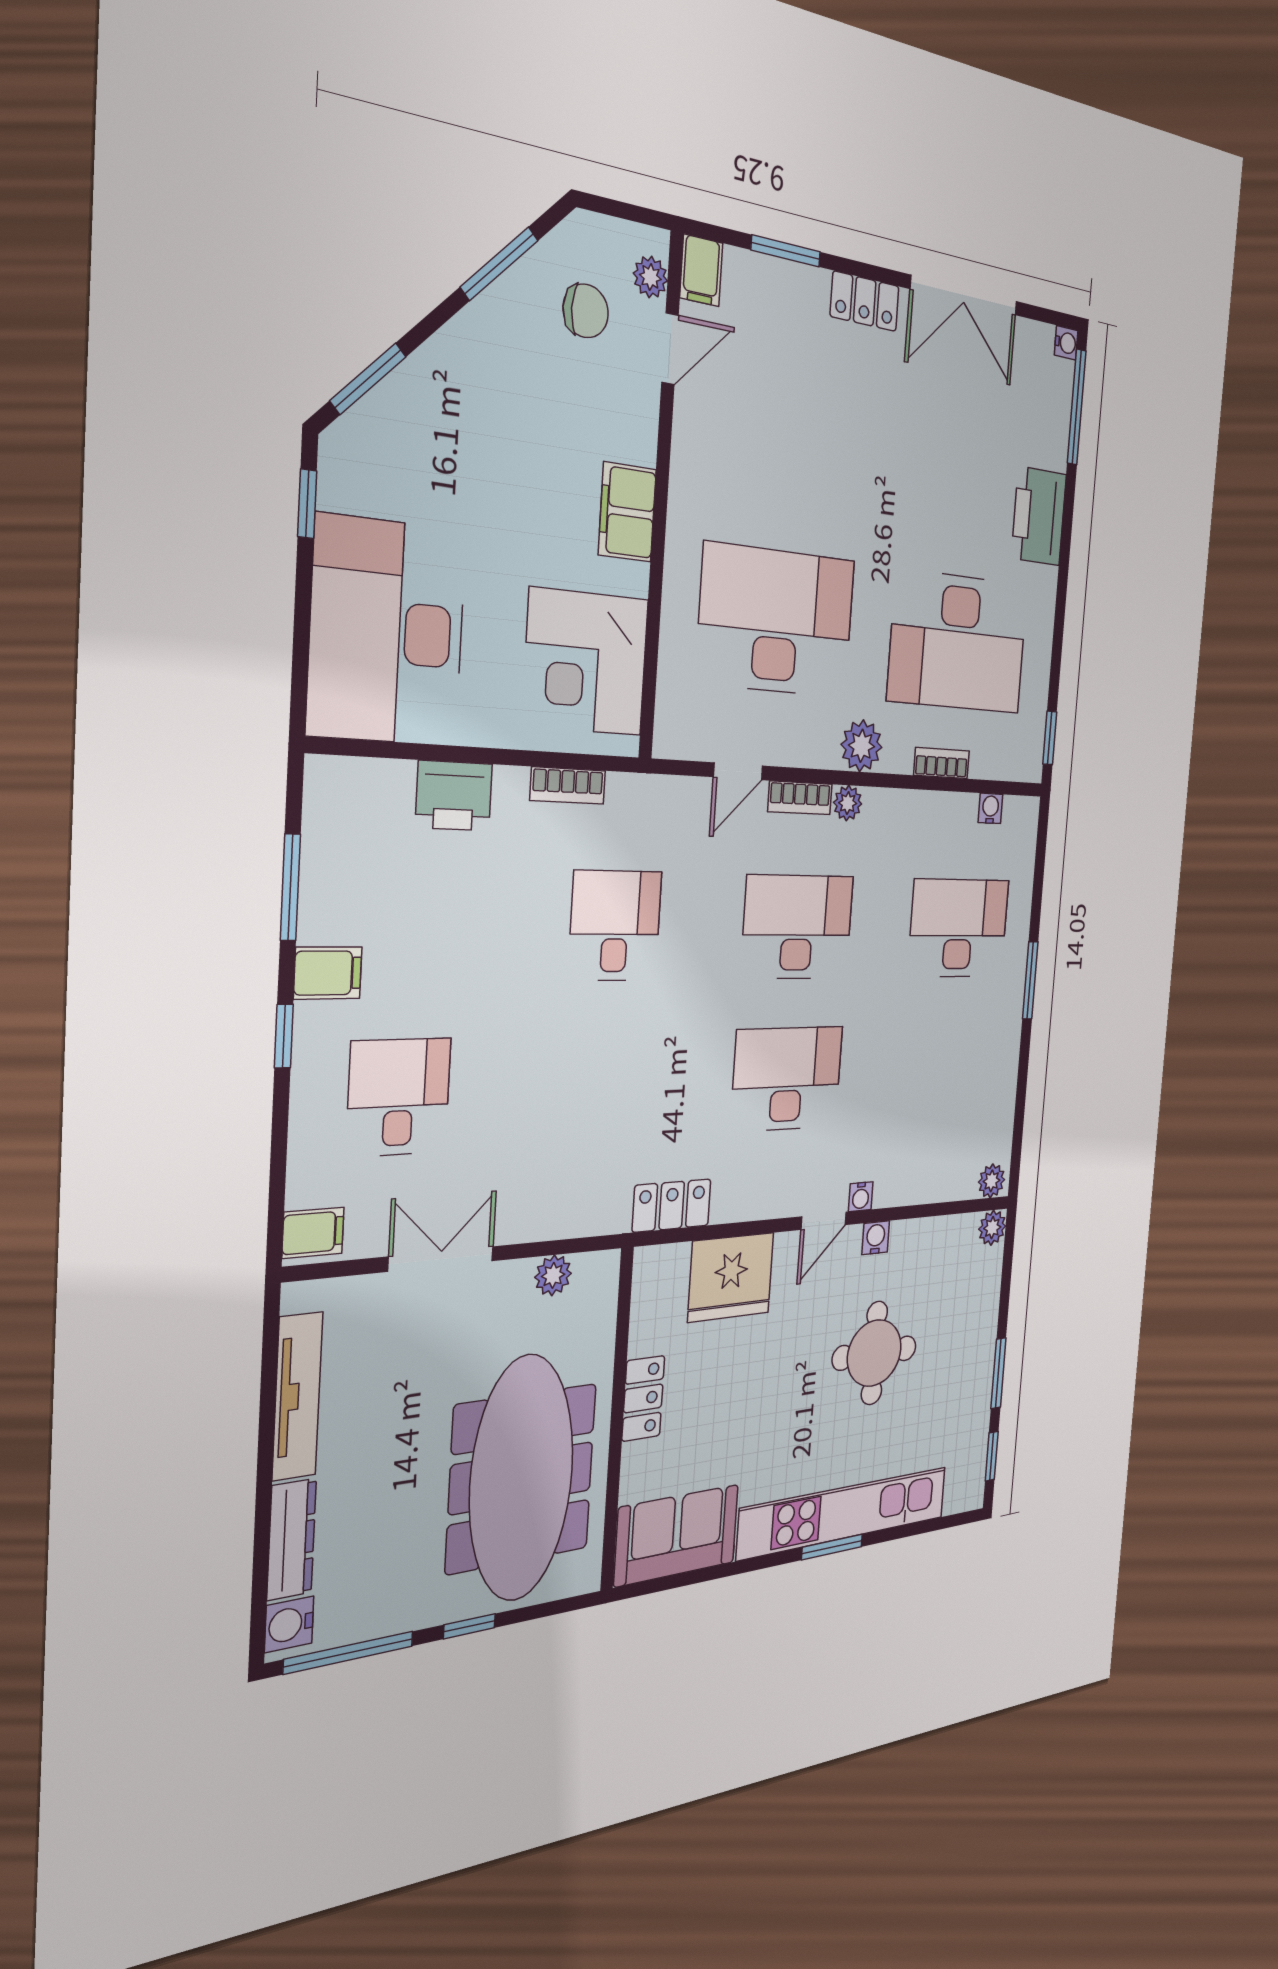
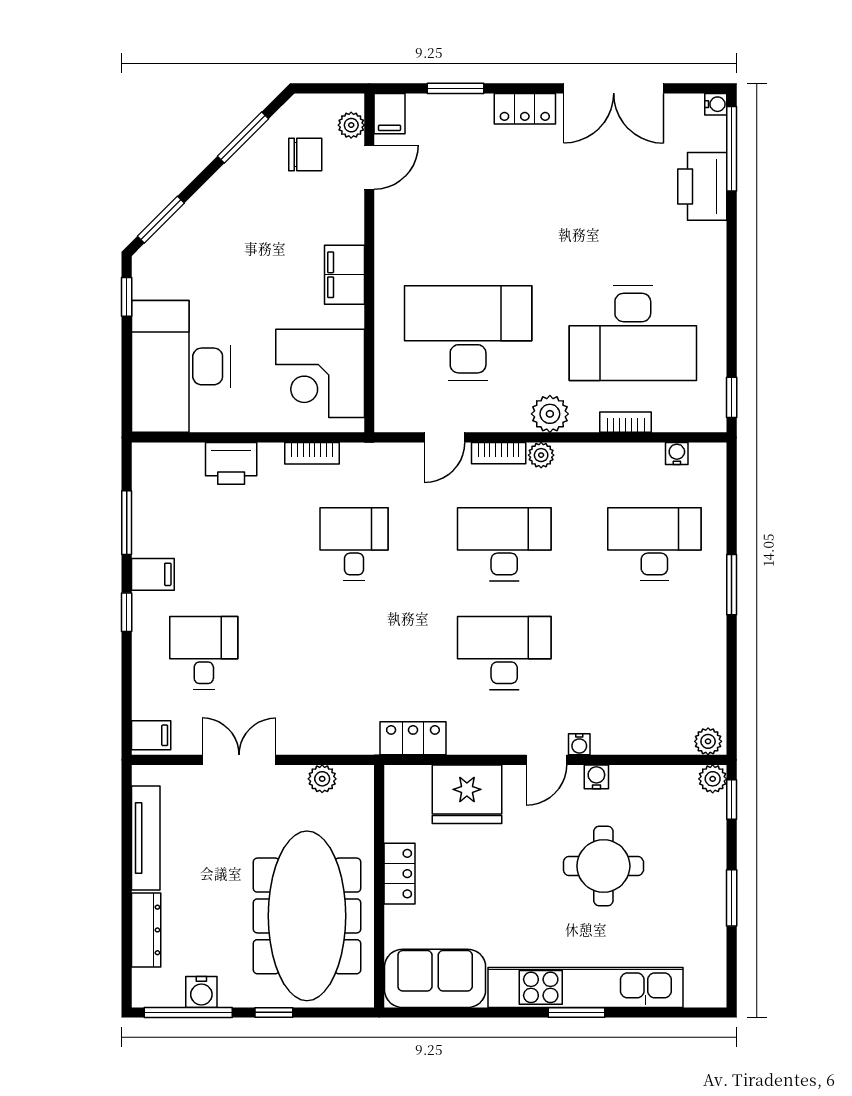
printer: (1039, 516) -> (702, 186), moved
window: (992, 1456) -> (732, 800), moved
water cooler: (289, 1624) -> (201, 992), moved, turned -90

